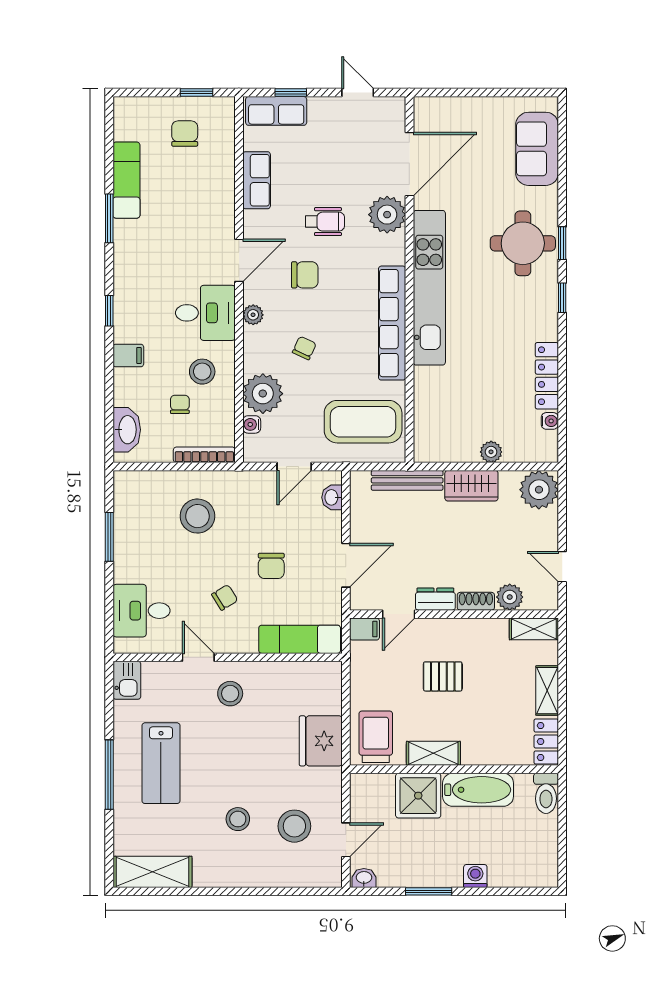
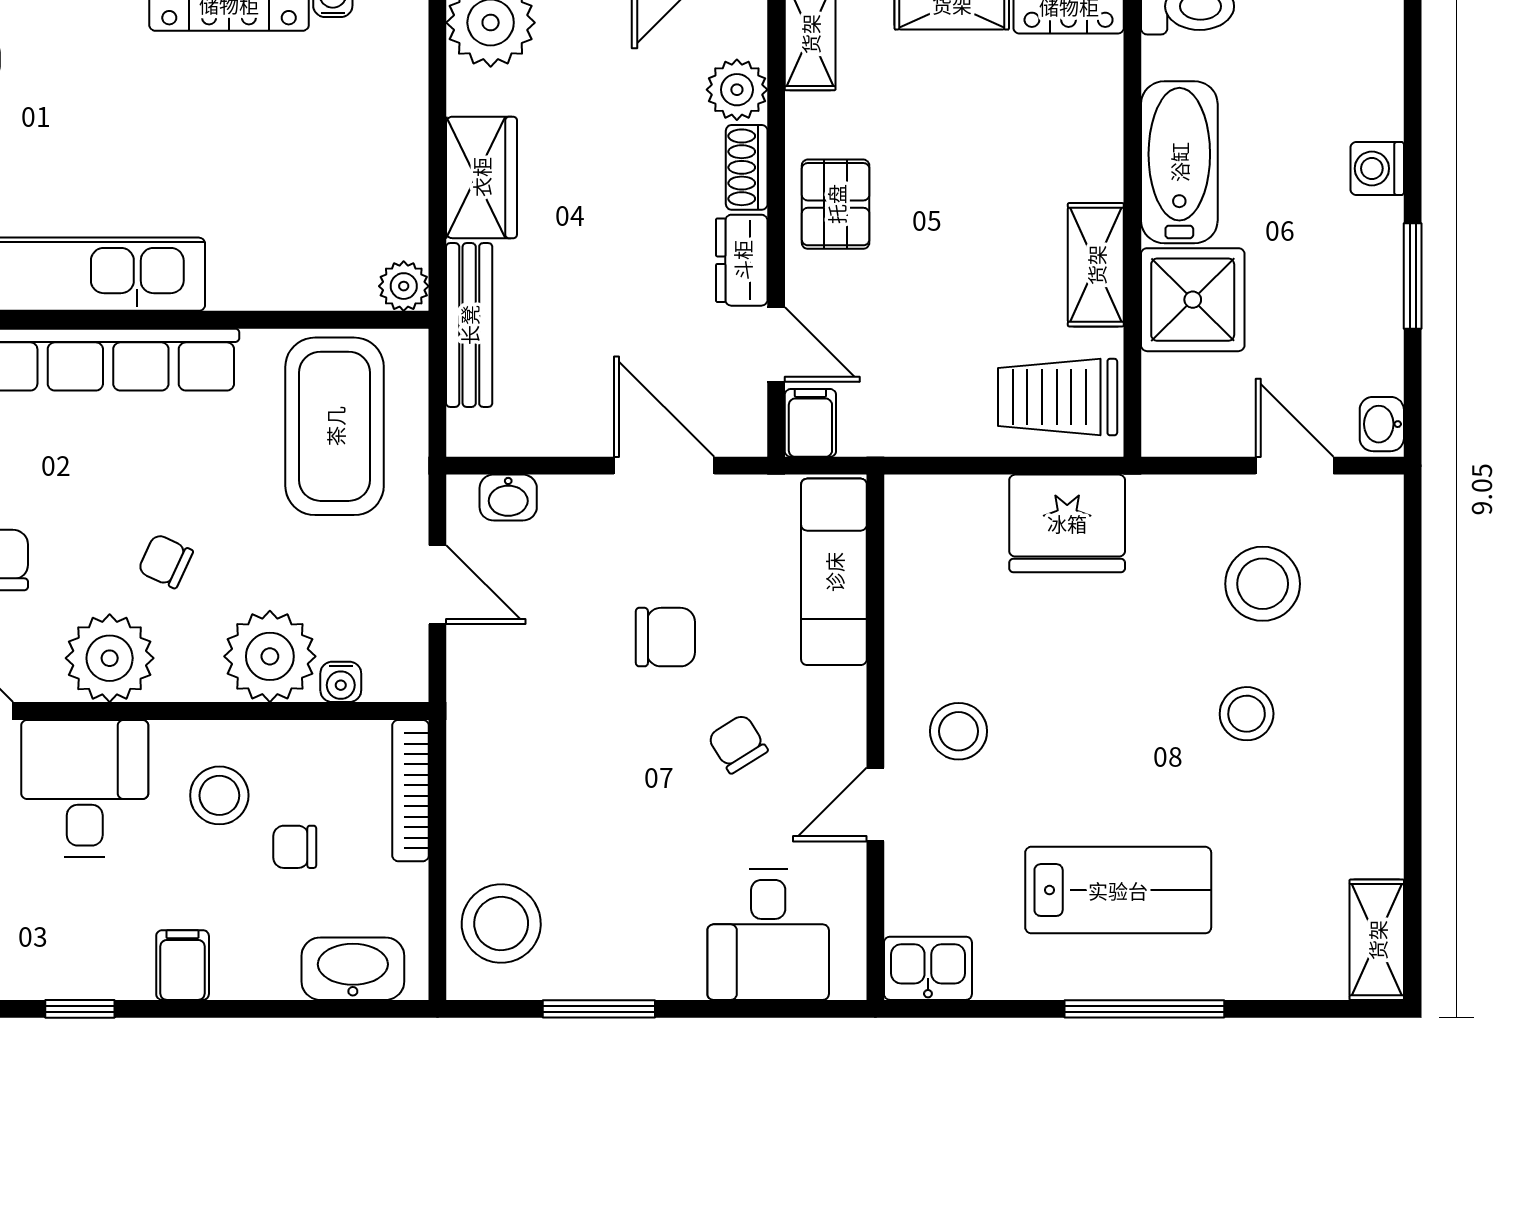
plant: (253, 315) -> (110, 658), width x1.88, depth x1.88
plant: (491, 452) -> (404, 286), moved
stool: (197, 516) -> (501, 924), moved
pallet: (443, 676) -> (836, 204), moved
shelving: (153, 872) -> (1377, 940), width x0.67, depth x0.75

